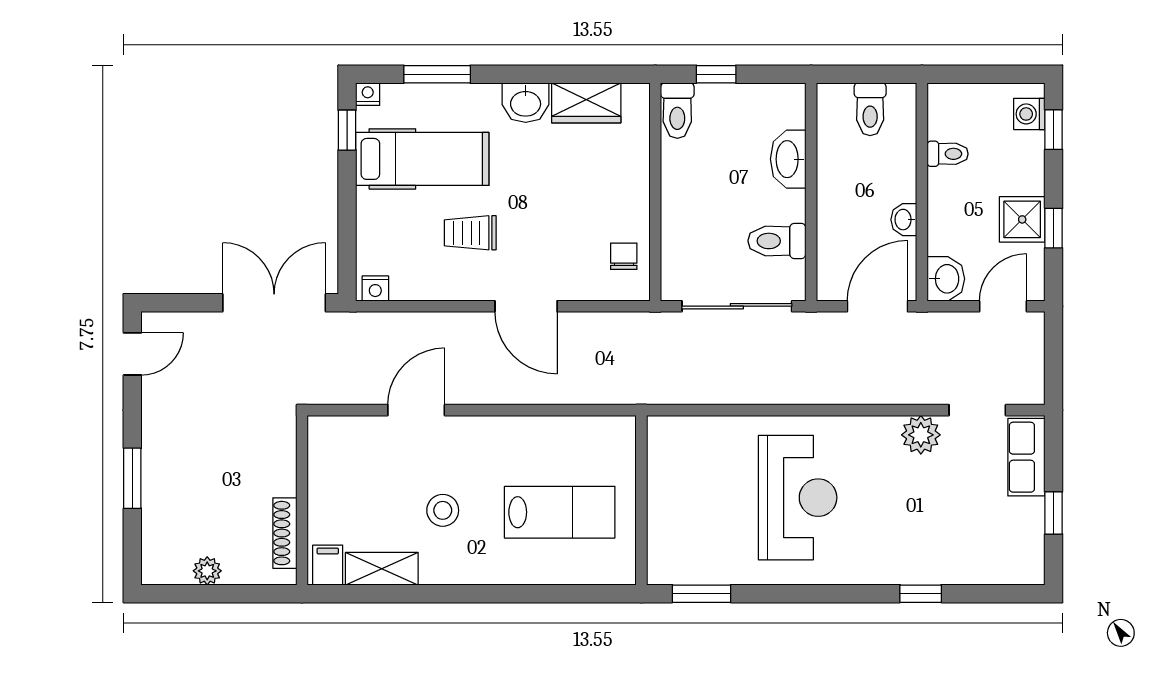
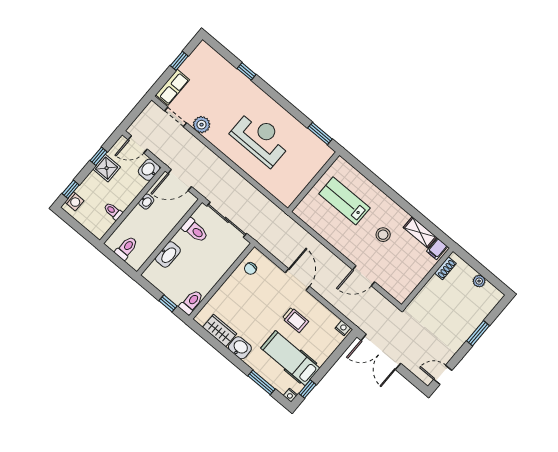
reception desk: (798, 498) -> (261, 138), turned 90
shoe rack: (285, 533) -> (445, 268), width x0.70

